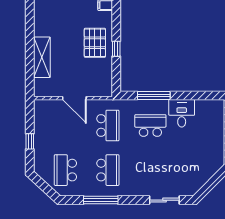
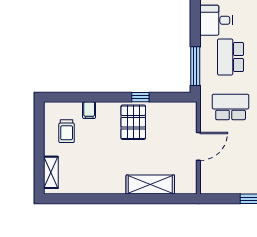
pallet: (95, 43) -> (133, 122), turned 90
window: (154, 96) -> (195, 66), moved

